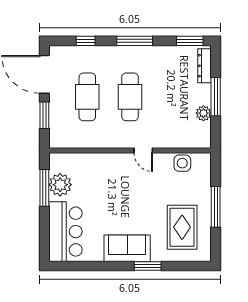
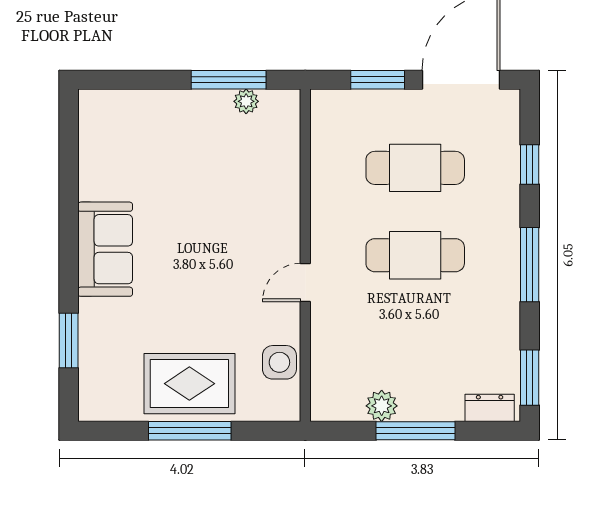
dresser: (204, 66) -> (490, 408), width x0.70
plant: (60, 185) -> (246, 101), width x0.53, depth x0.53
rug: (182, 227) -> (189, 384), moved
bar counter: (65, 232) -> (139, 123), removed
window: (148, 266) -> (69, 340), moved

